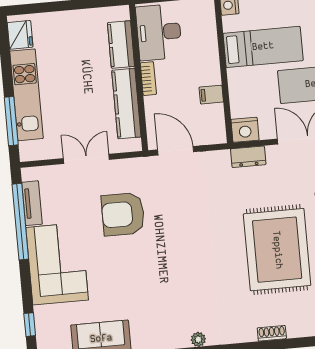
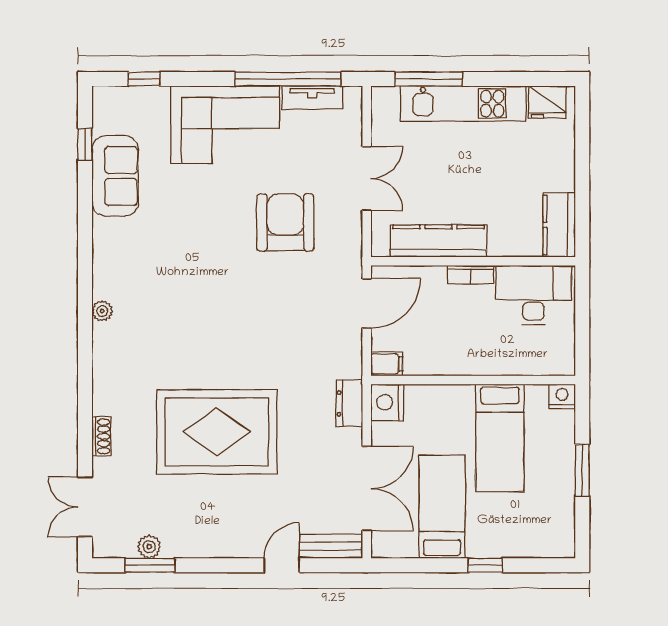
kitchen counter: (121, 45) -> (559, 225), moved, turned -90
filing cabinet: (211, 95) -> (387, 364), moved, turned 90
shoe rack: (272, 333) -> (101, 436), moved

